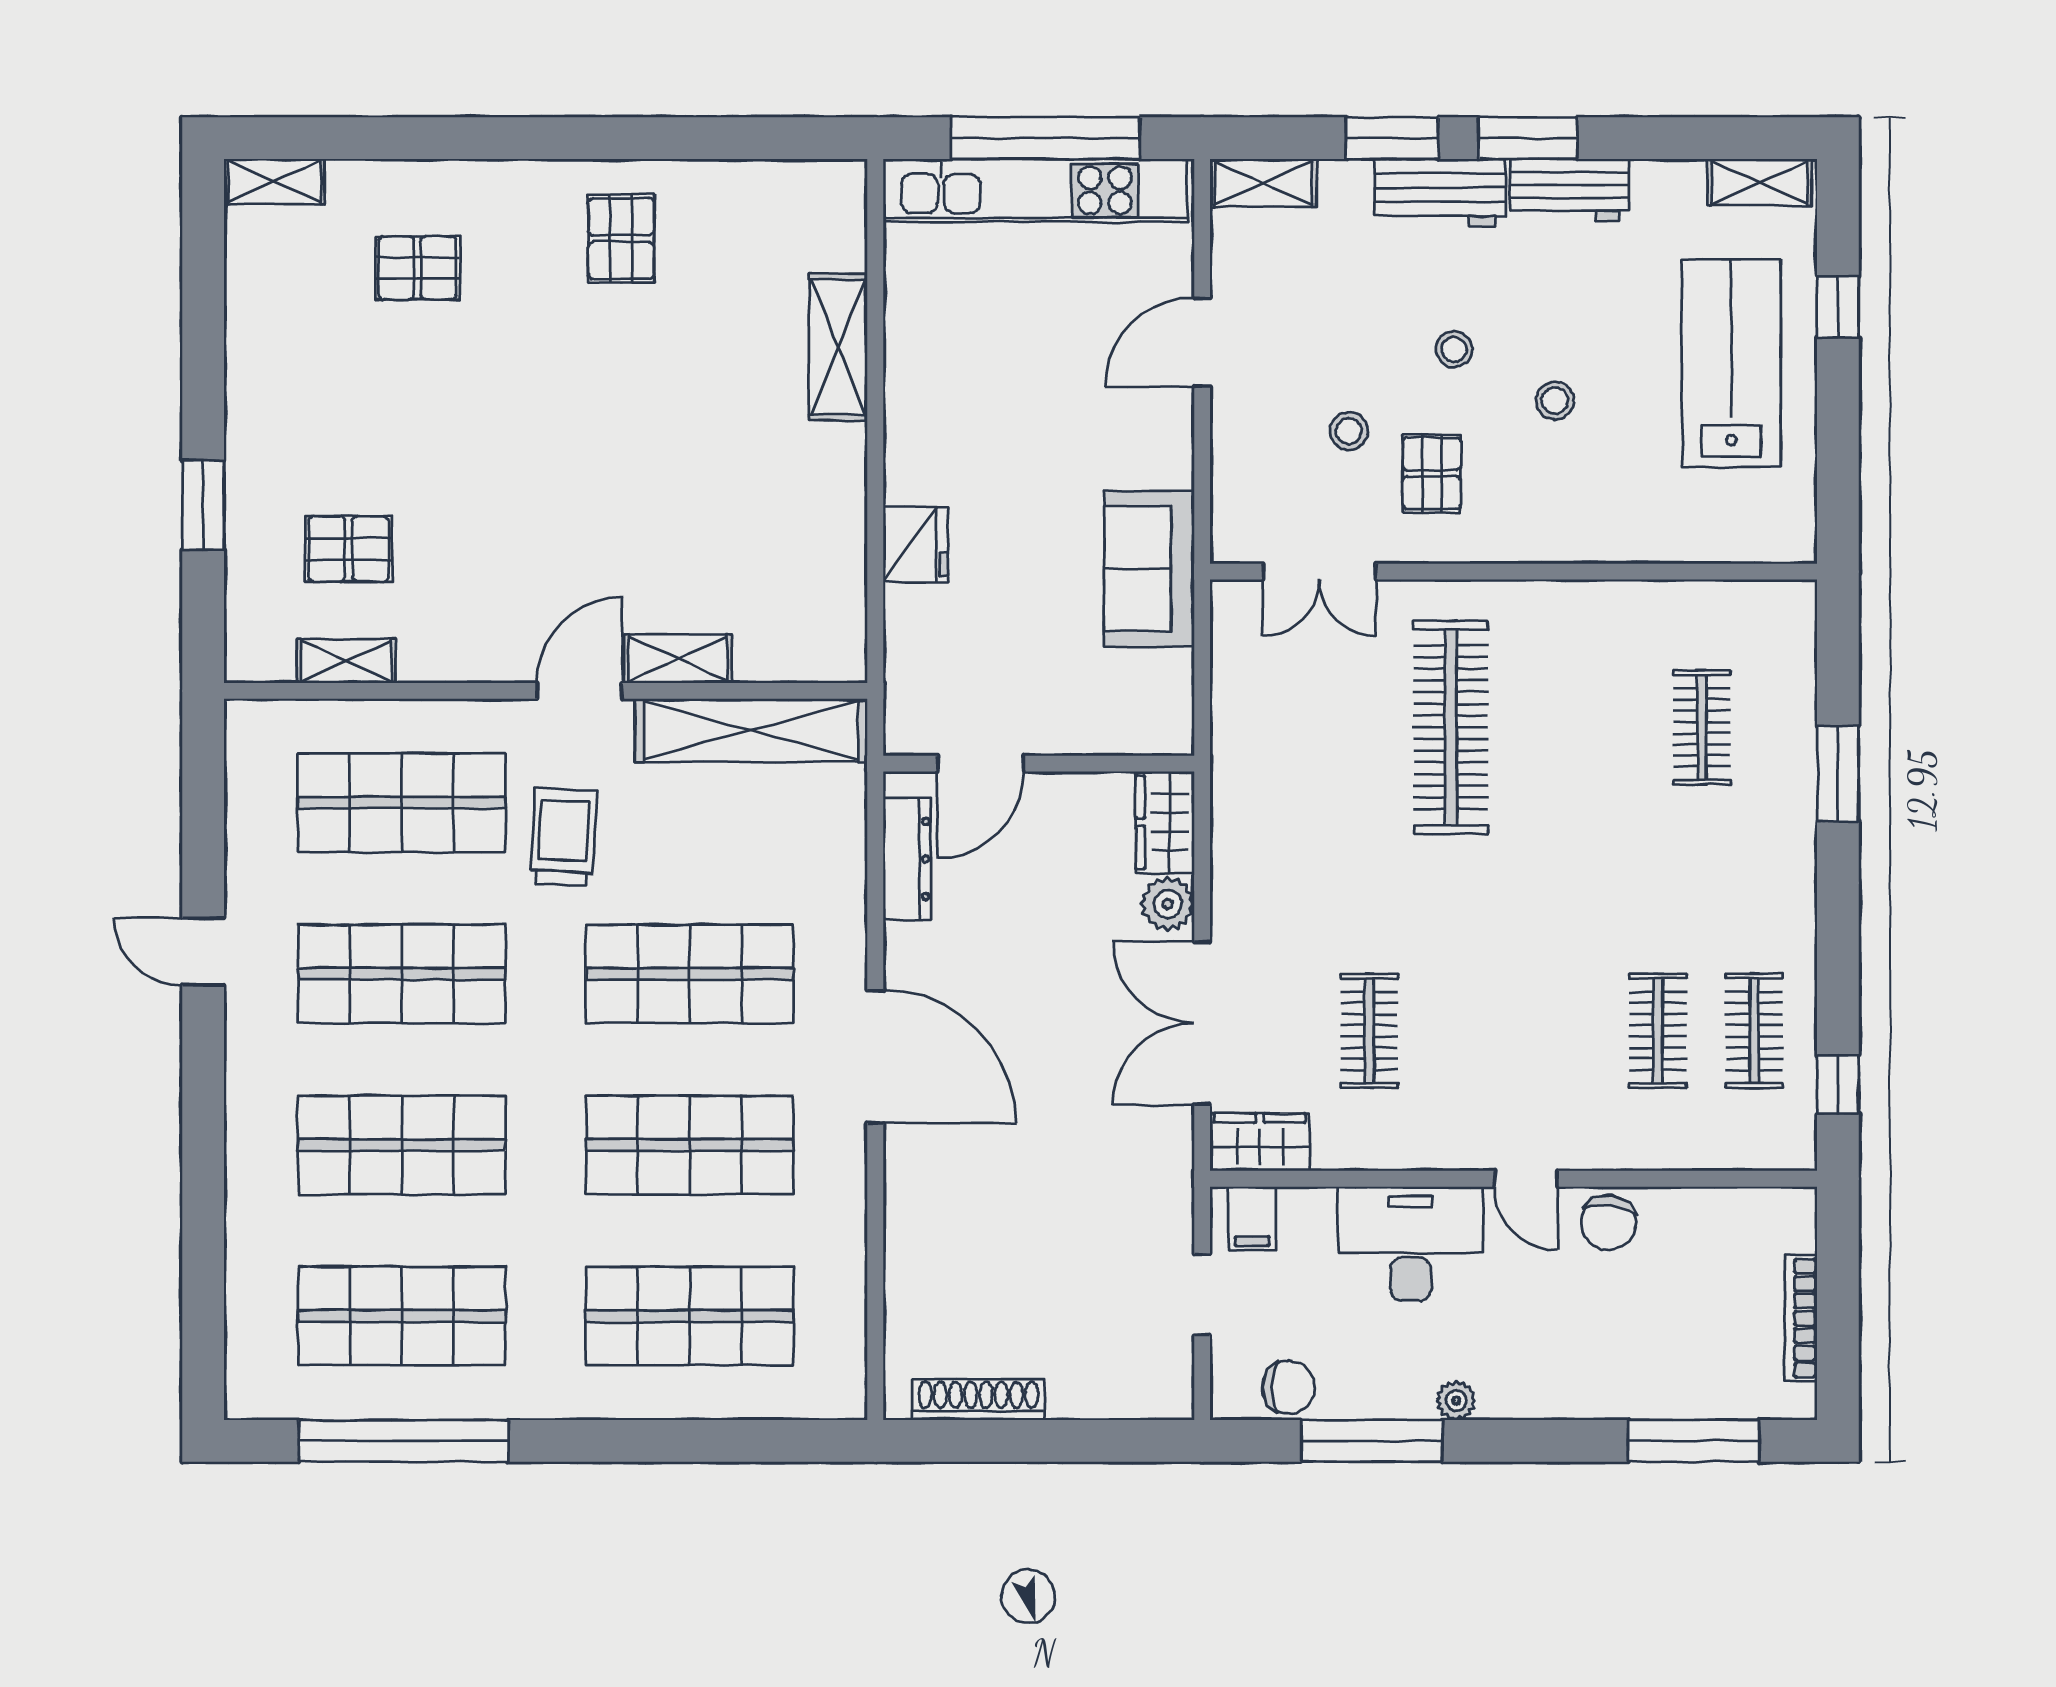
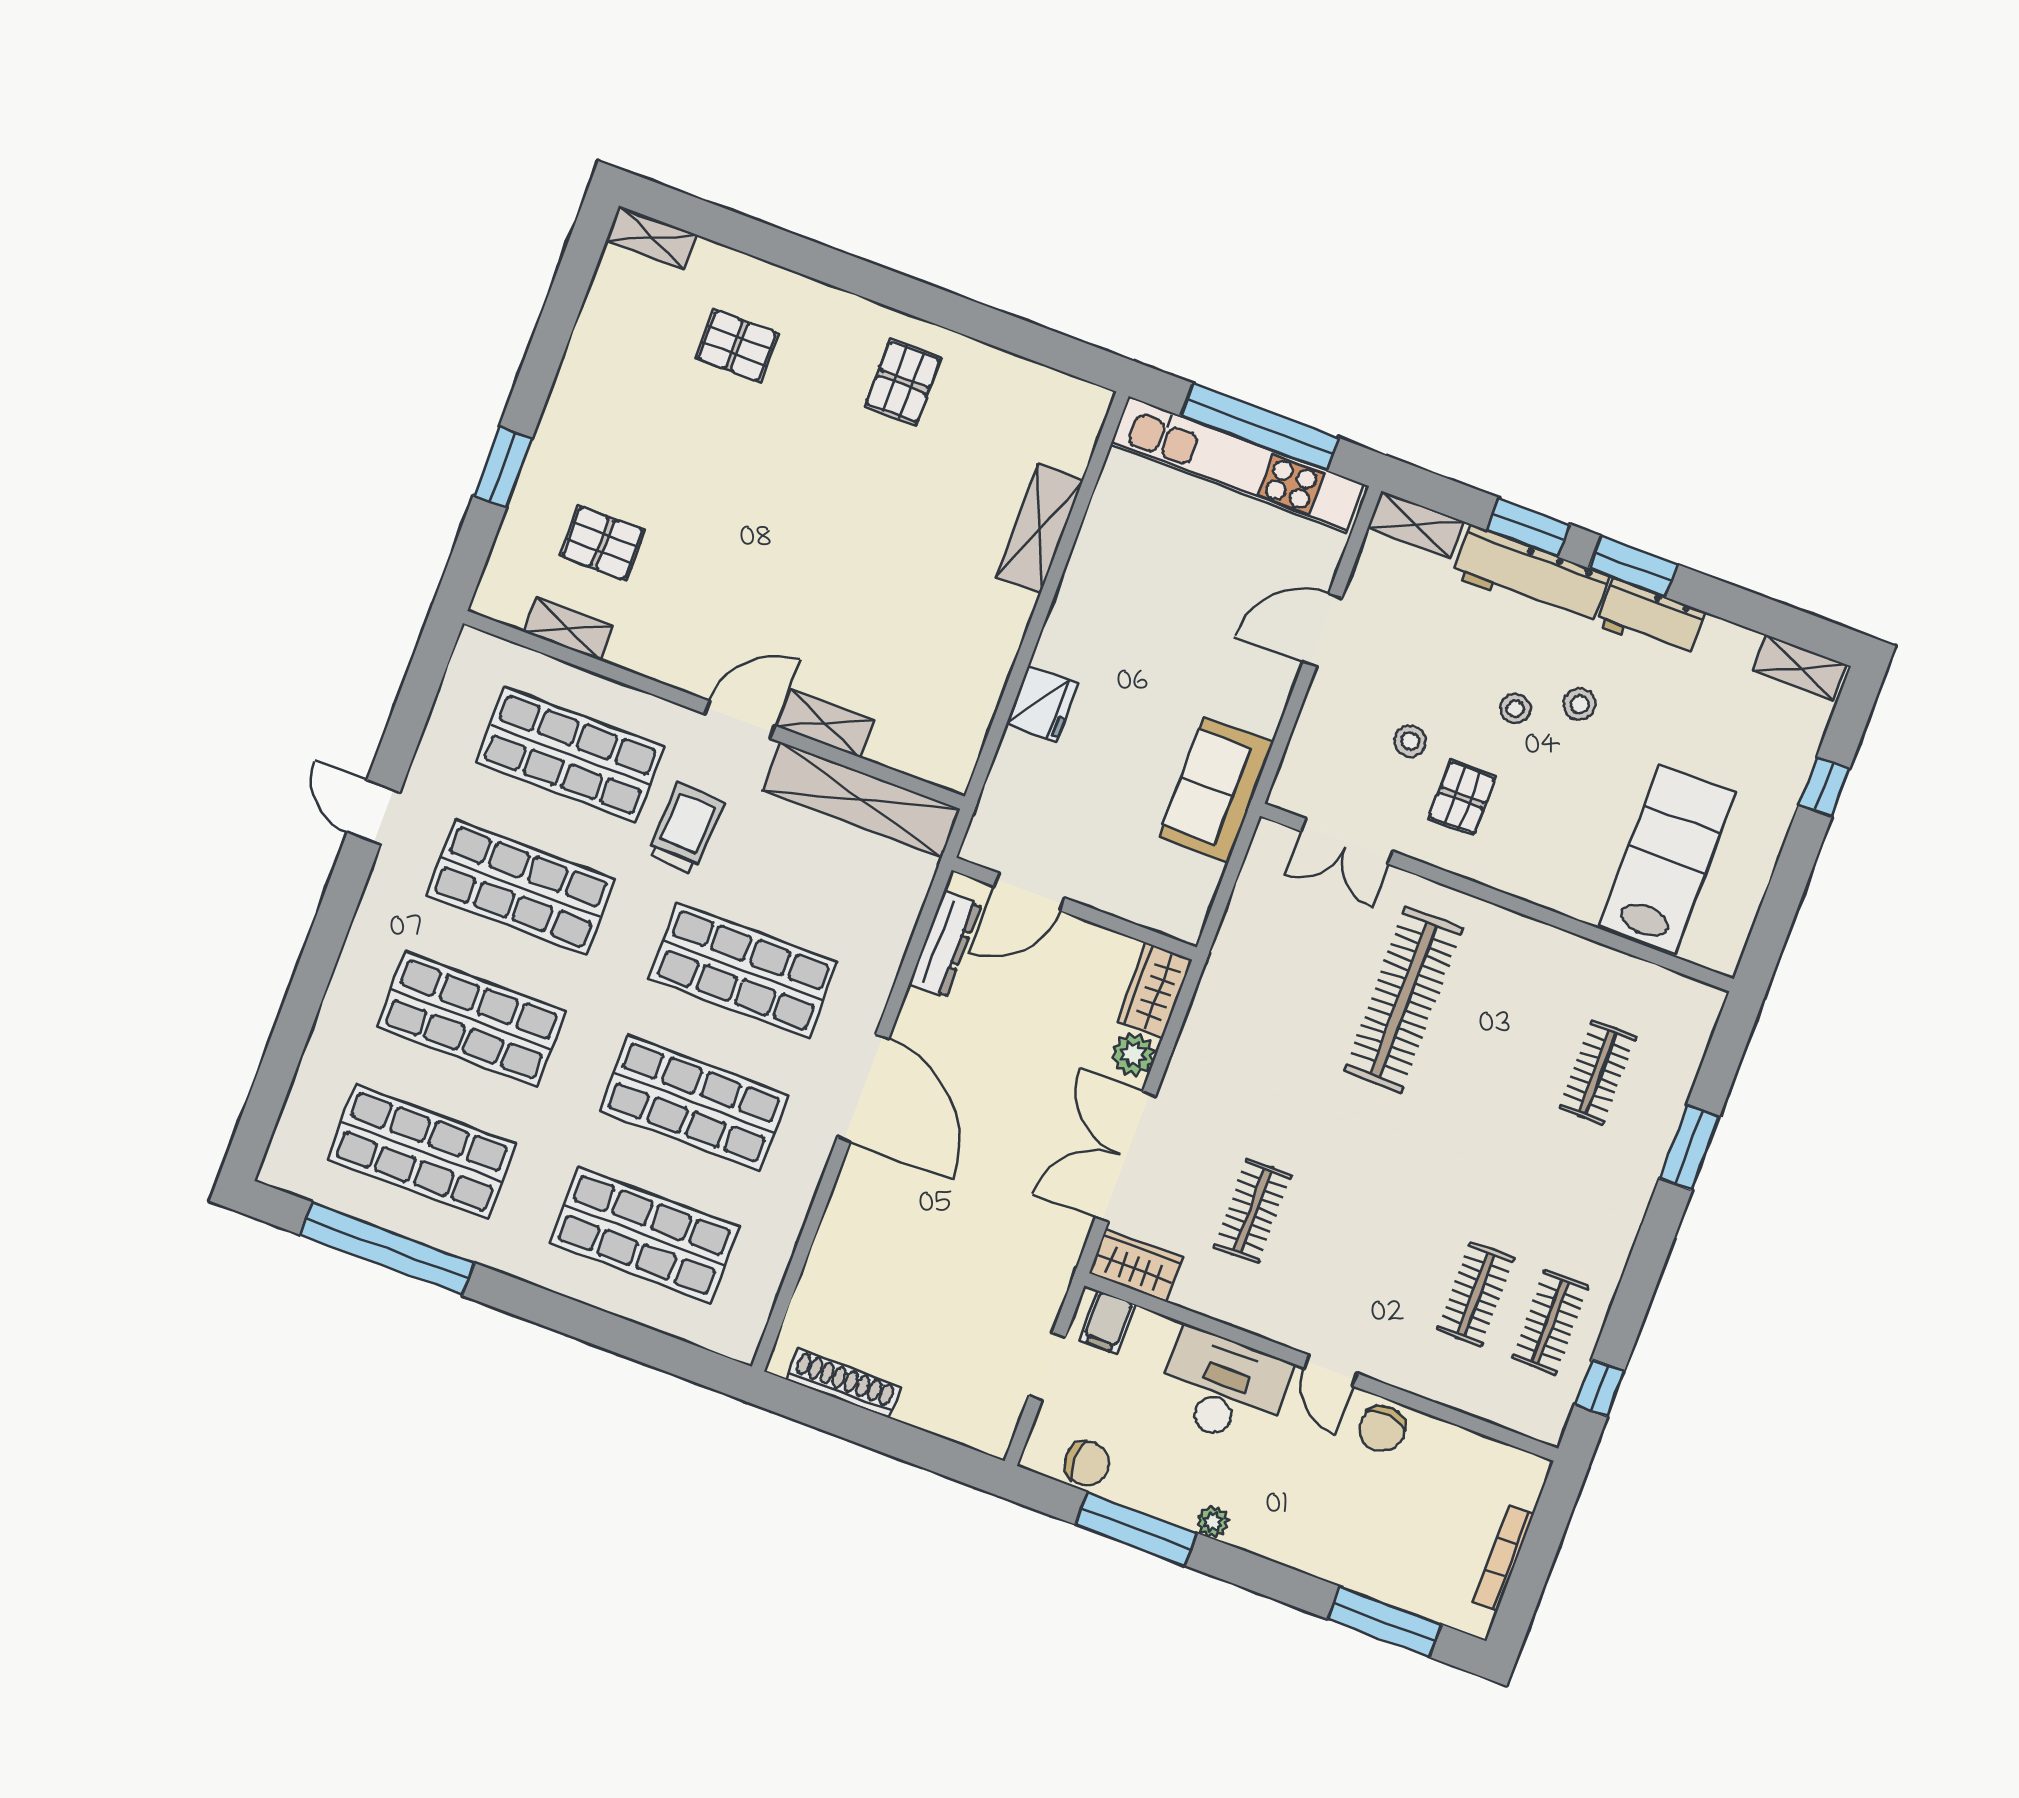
workbench: (1440, 193) -> (1530, 576), width x1.38
lab bench: (1731, 363) -> (1667, 859), moved
stool: (1555, 401) -> (1580, 704), moved

